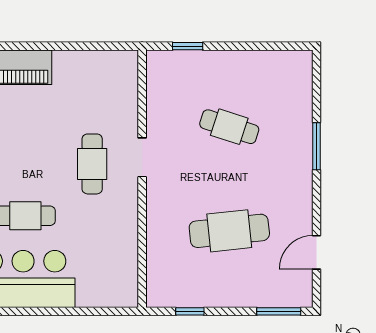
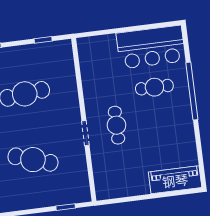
cafe table: (229, 127) -> (33, 160), width x1.37, depth x1.35

